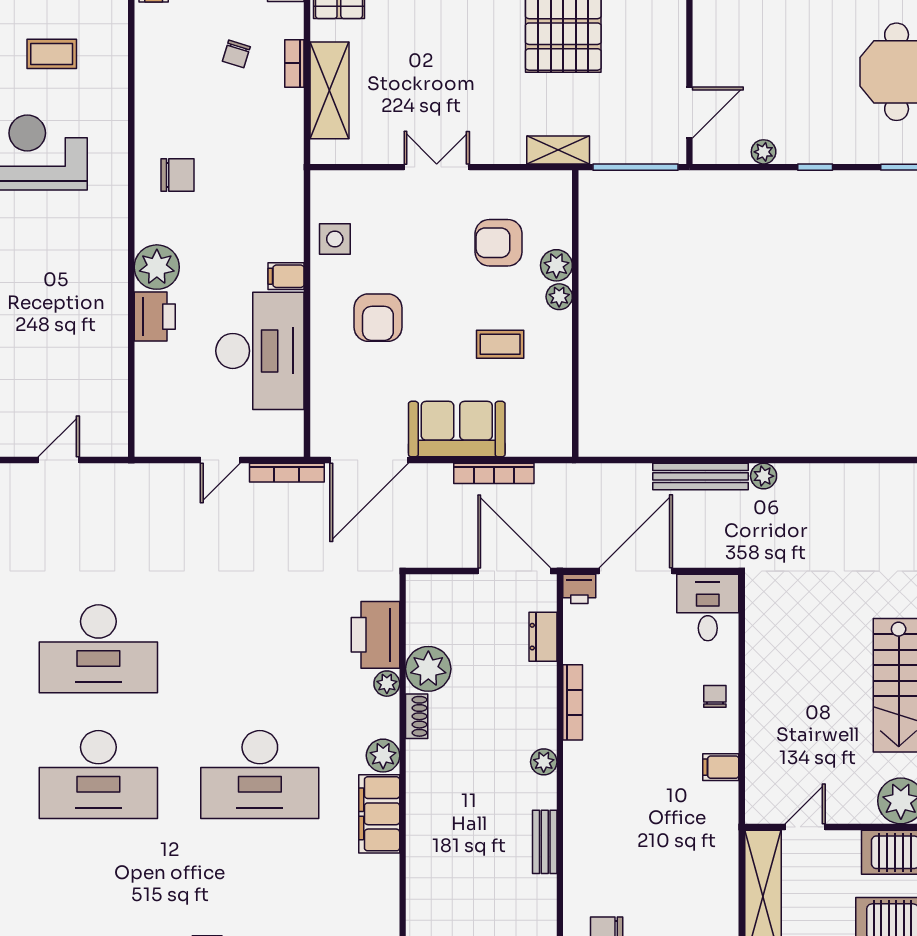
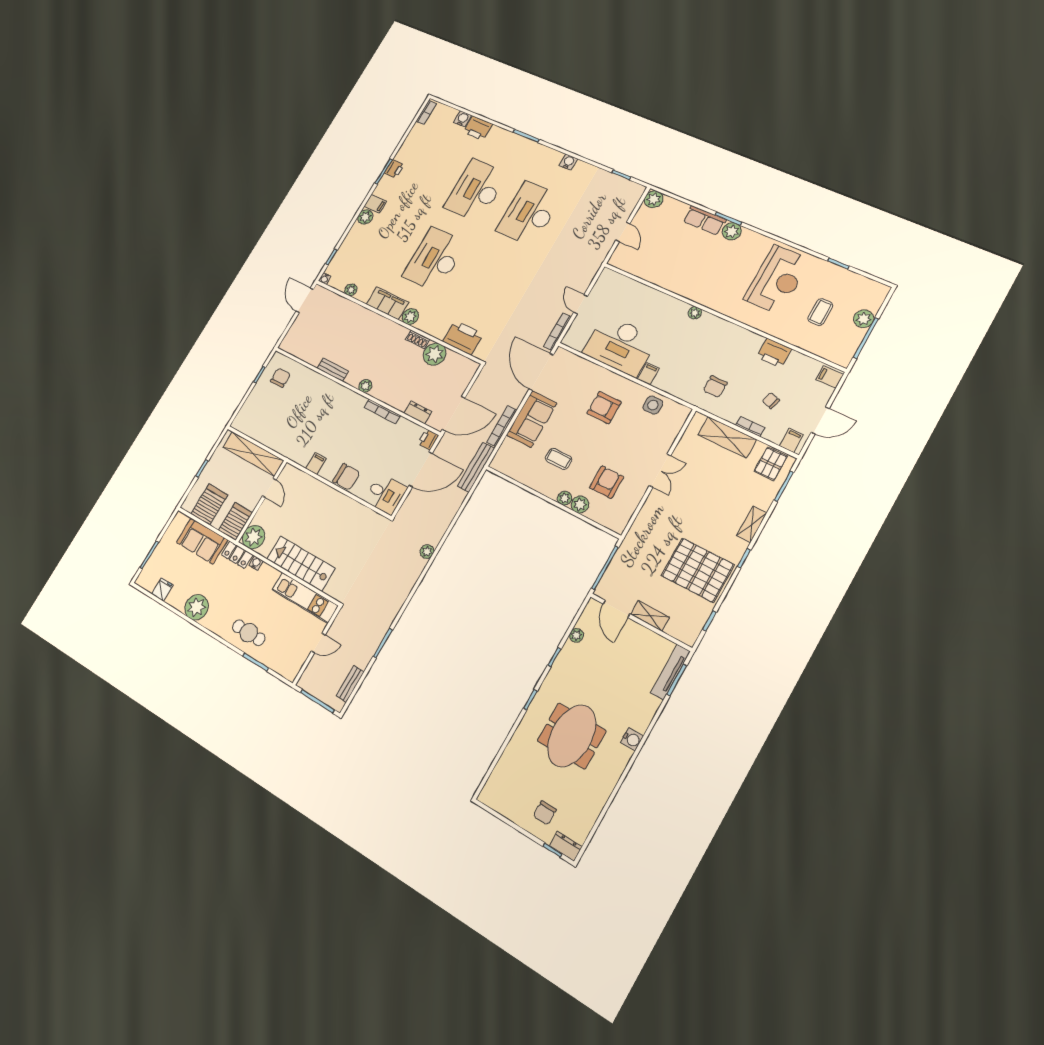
shelving: (558, 150) -> (650, 616), moved, turned 90
chair: (178, 175) -> (715, 387), moved
plant: (157, 267) -> (695, 313), width x0.53, depth x0.53
printer: (155, 317) -> (774, 353), moved
coffee table: (500, 344) -> (559, 459), turned 90
bench: (701, 476) -> (476, 467), moved
door: (636, 571) -> (421, 469), hinge flipped
plant: (387, 684) -> (351, 290), moved
chair: (715, 696) -> (346, 477), width x1.87, depth x1.87

